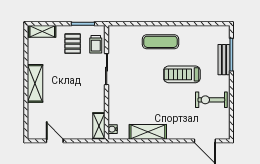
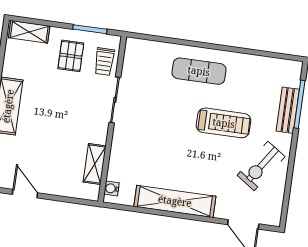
treadmill: (182, 74) -> (224, 123), turned 180
exercise bike: (211, 100) -> (261, 166), turned -56
shelving: (99, 126) -> (95, 164), moved
shelving: (148, 132) -> (175, 201), width x1.47

